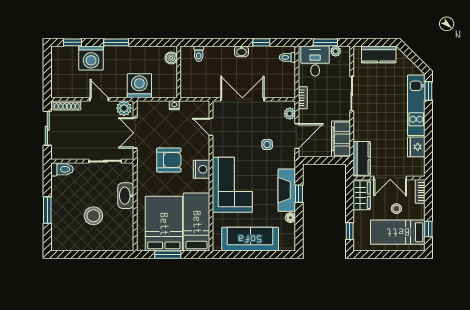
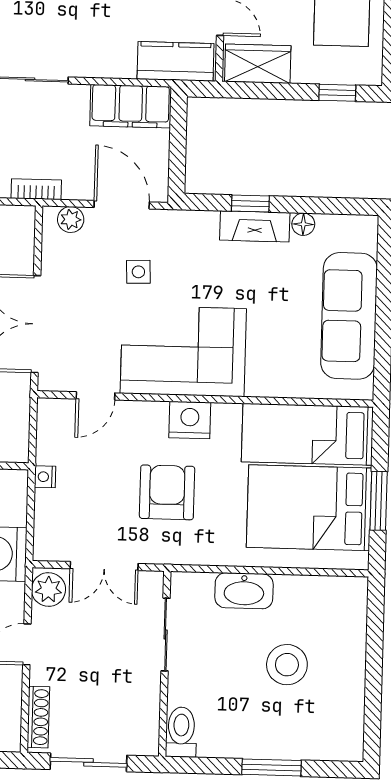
corner sofa: (232, 185) -> (183, 351), moved
fireplace: (287, 190) -> (255, 226), width x0.73, depth x0.76

